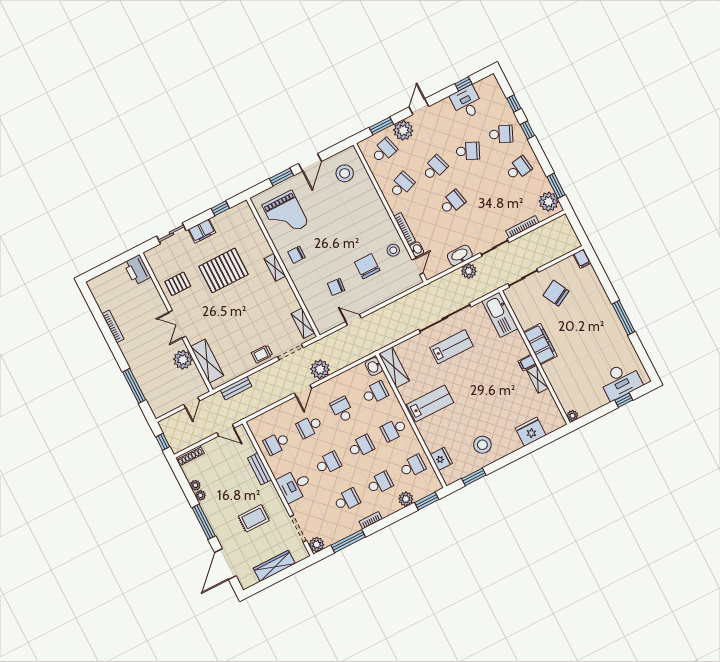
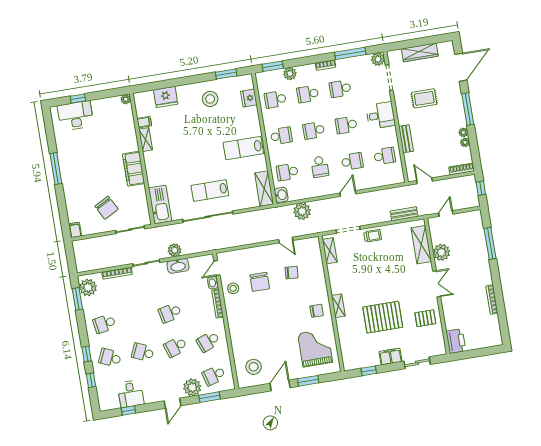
filing cabinet: (527, 363) -> (144, 122), moved
plant: (320, 369) -> (302, 211), moved

